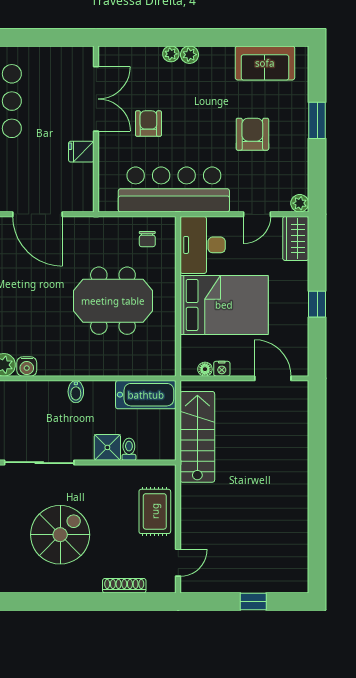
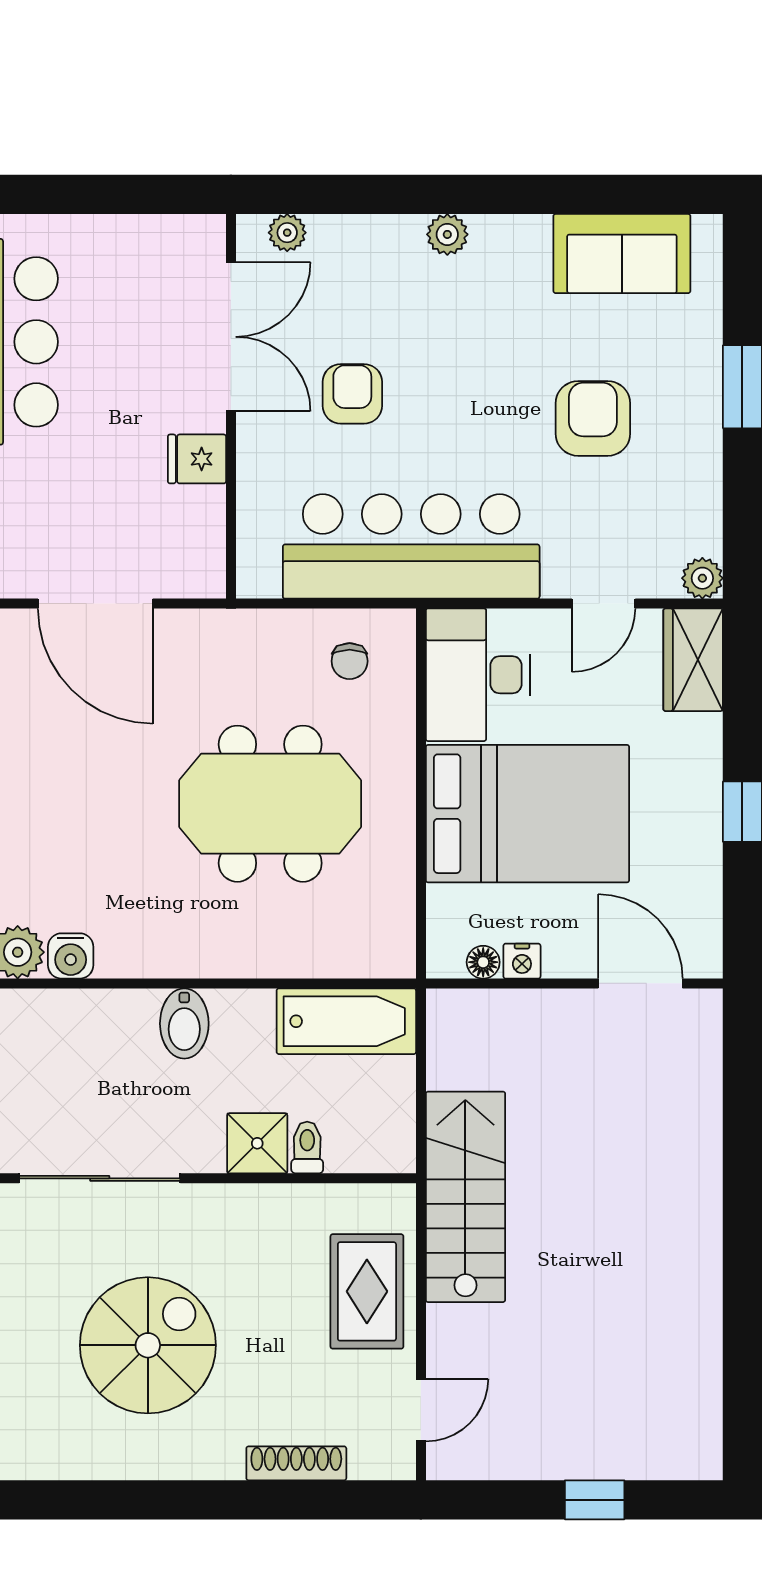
plant: (171, 54) -> (287, 233), moved
bidet: (76, 392) -> (184, 1024), width x1.38, depth x1.36
stairs: (197, 437) -> (465, 1197), moved

